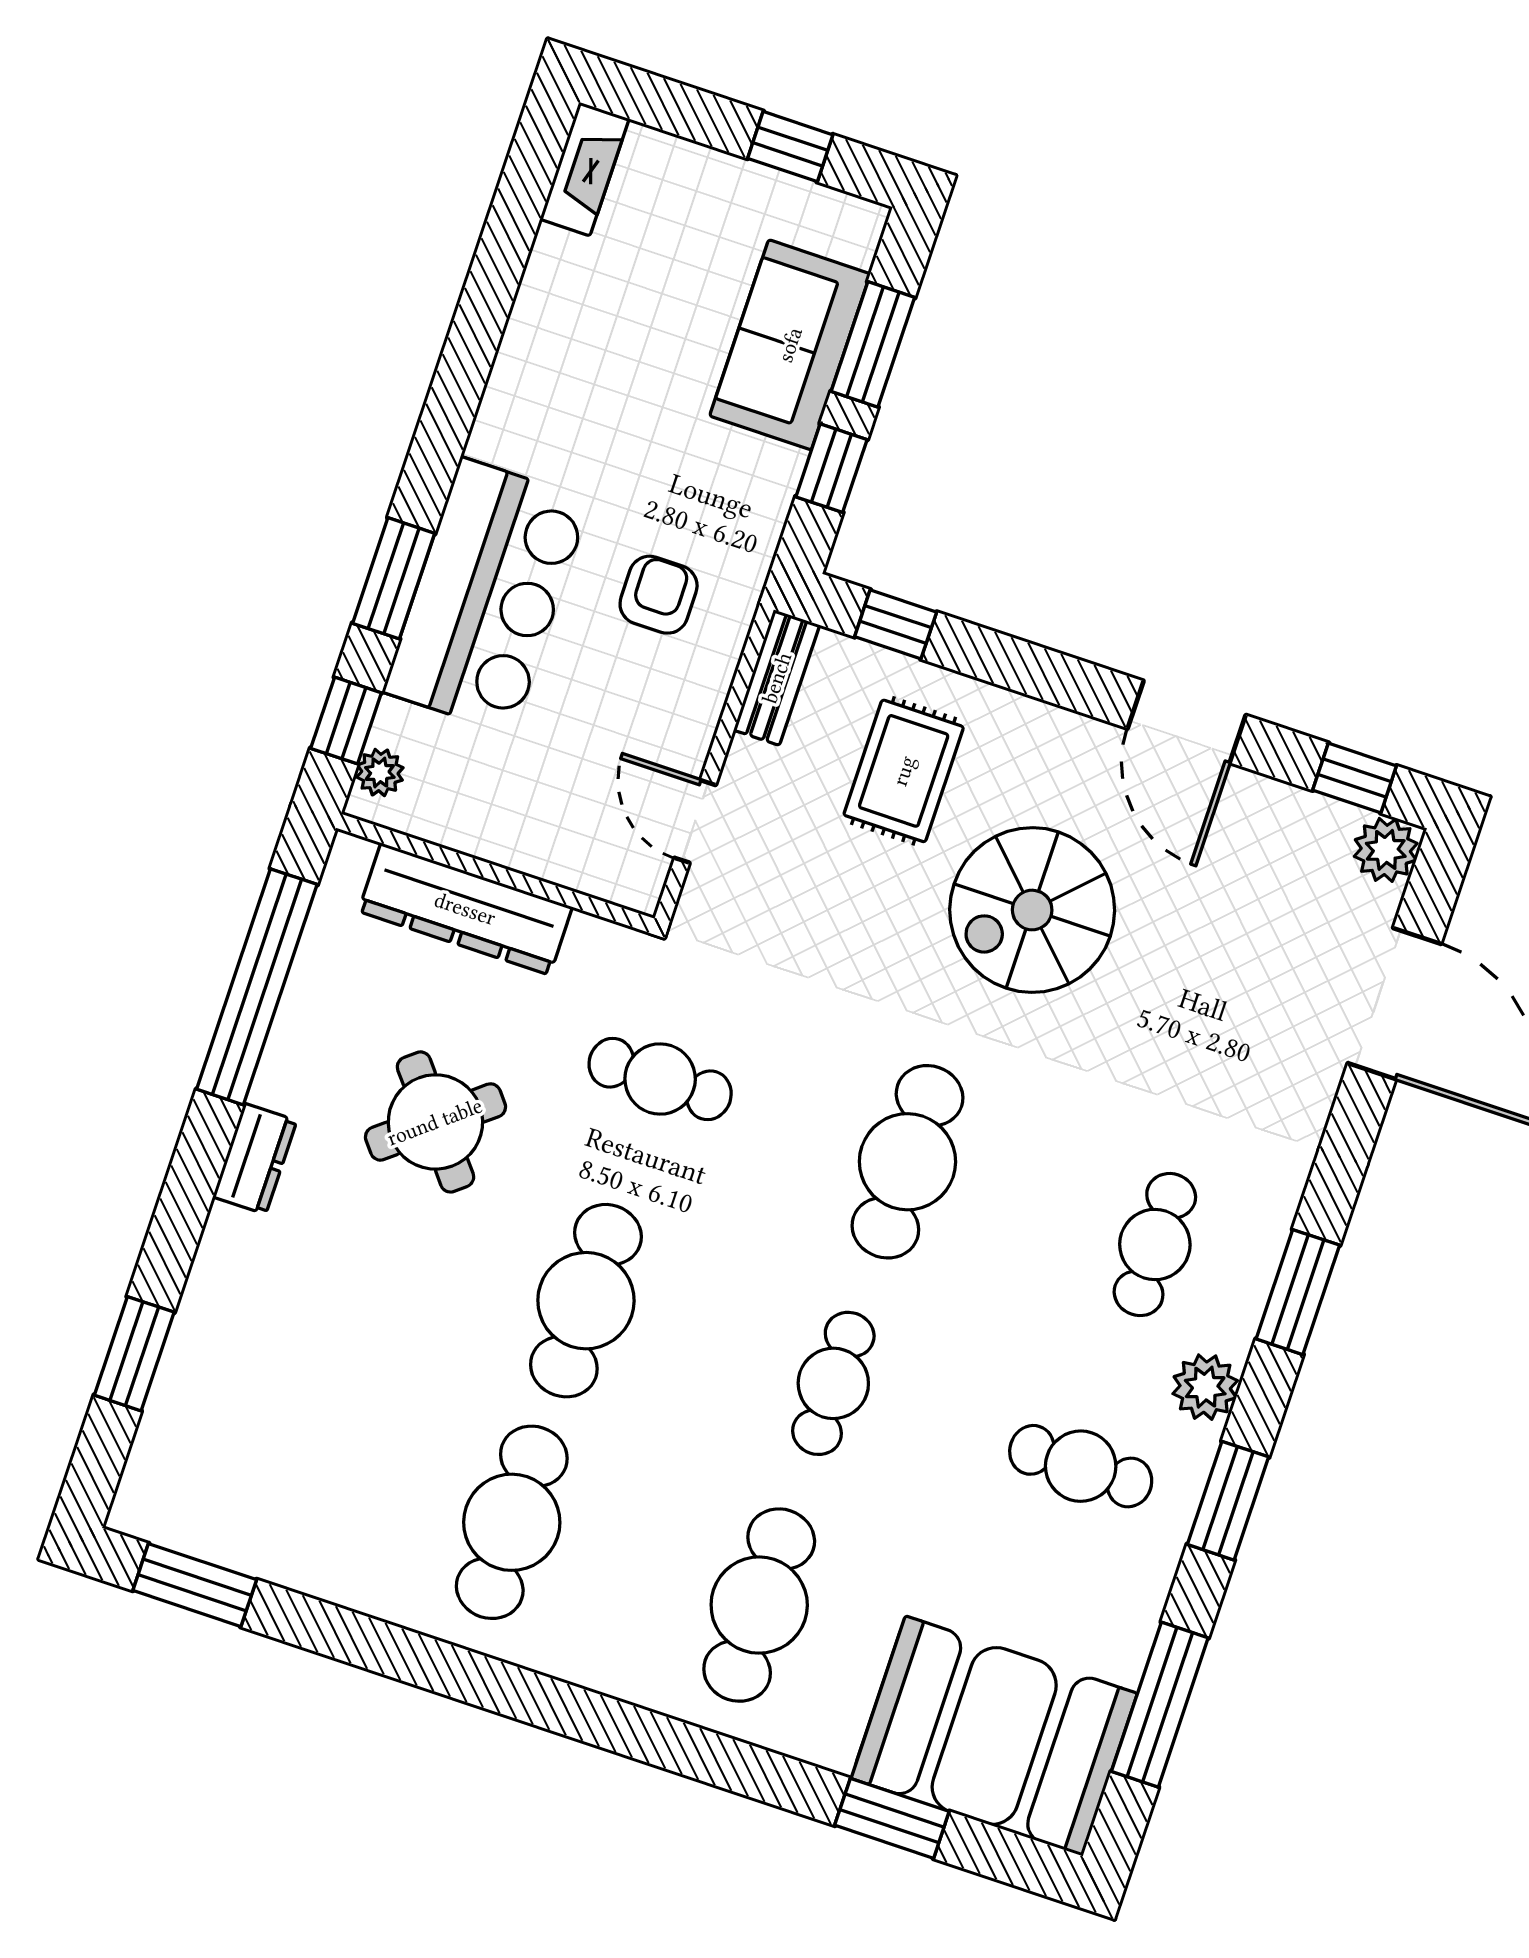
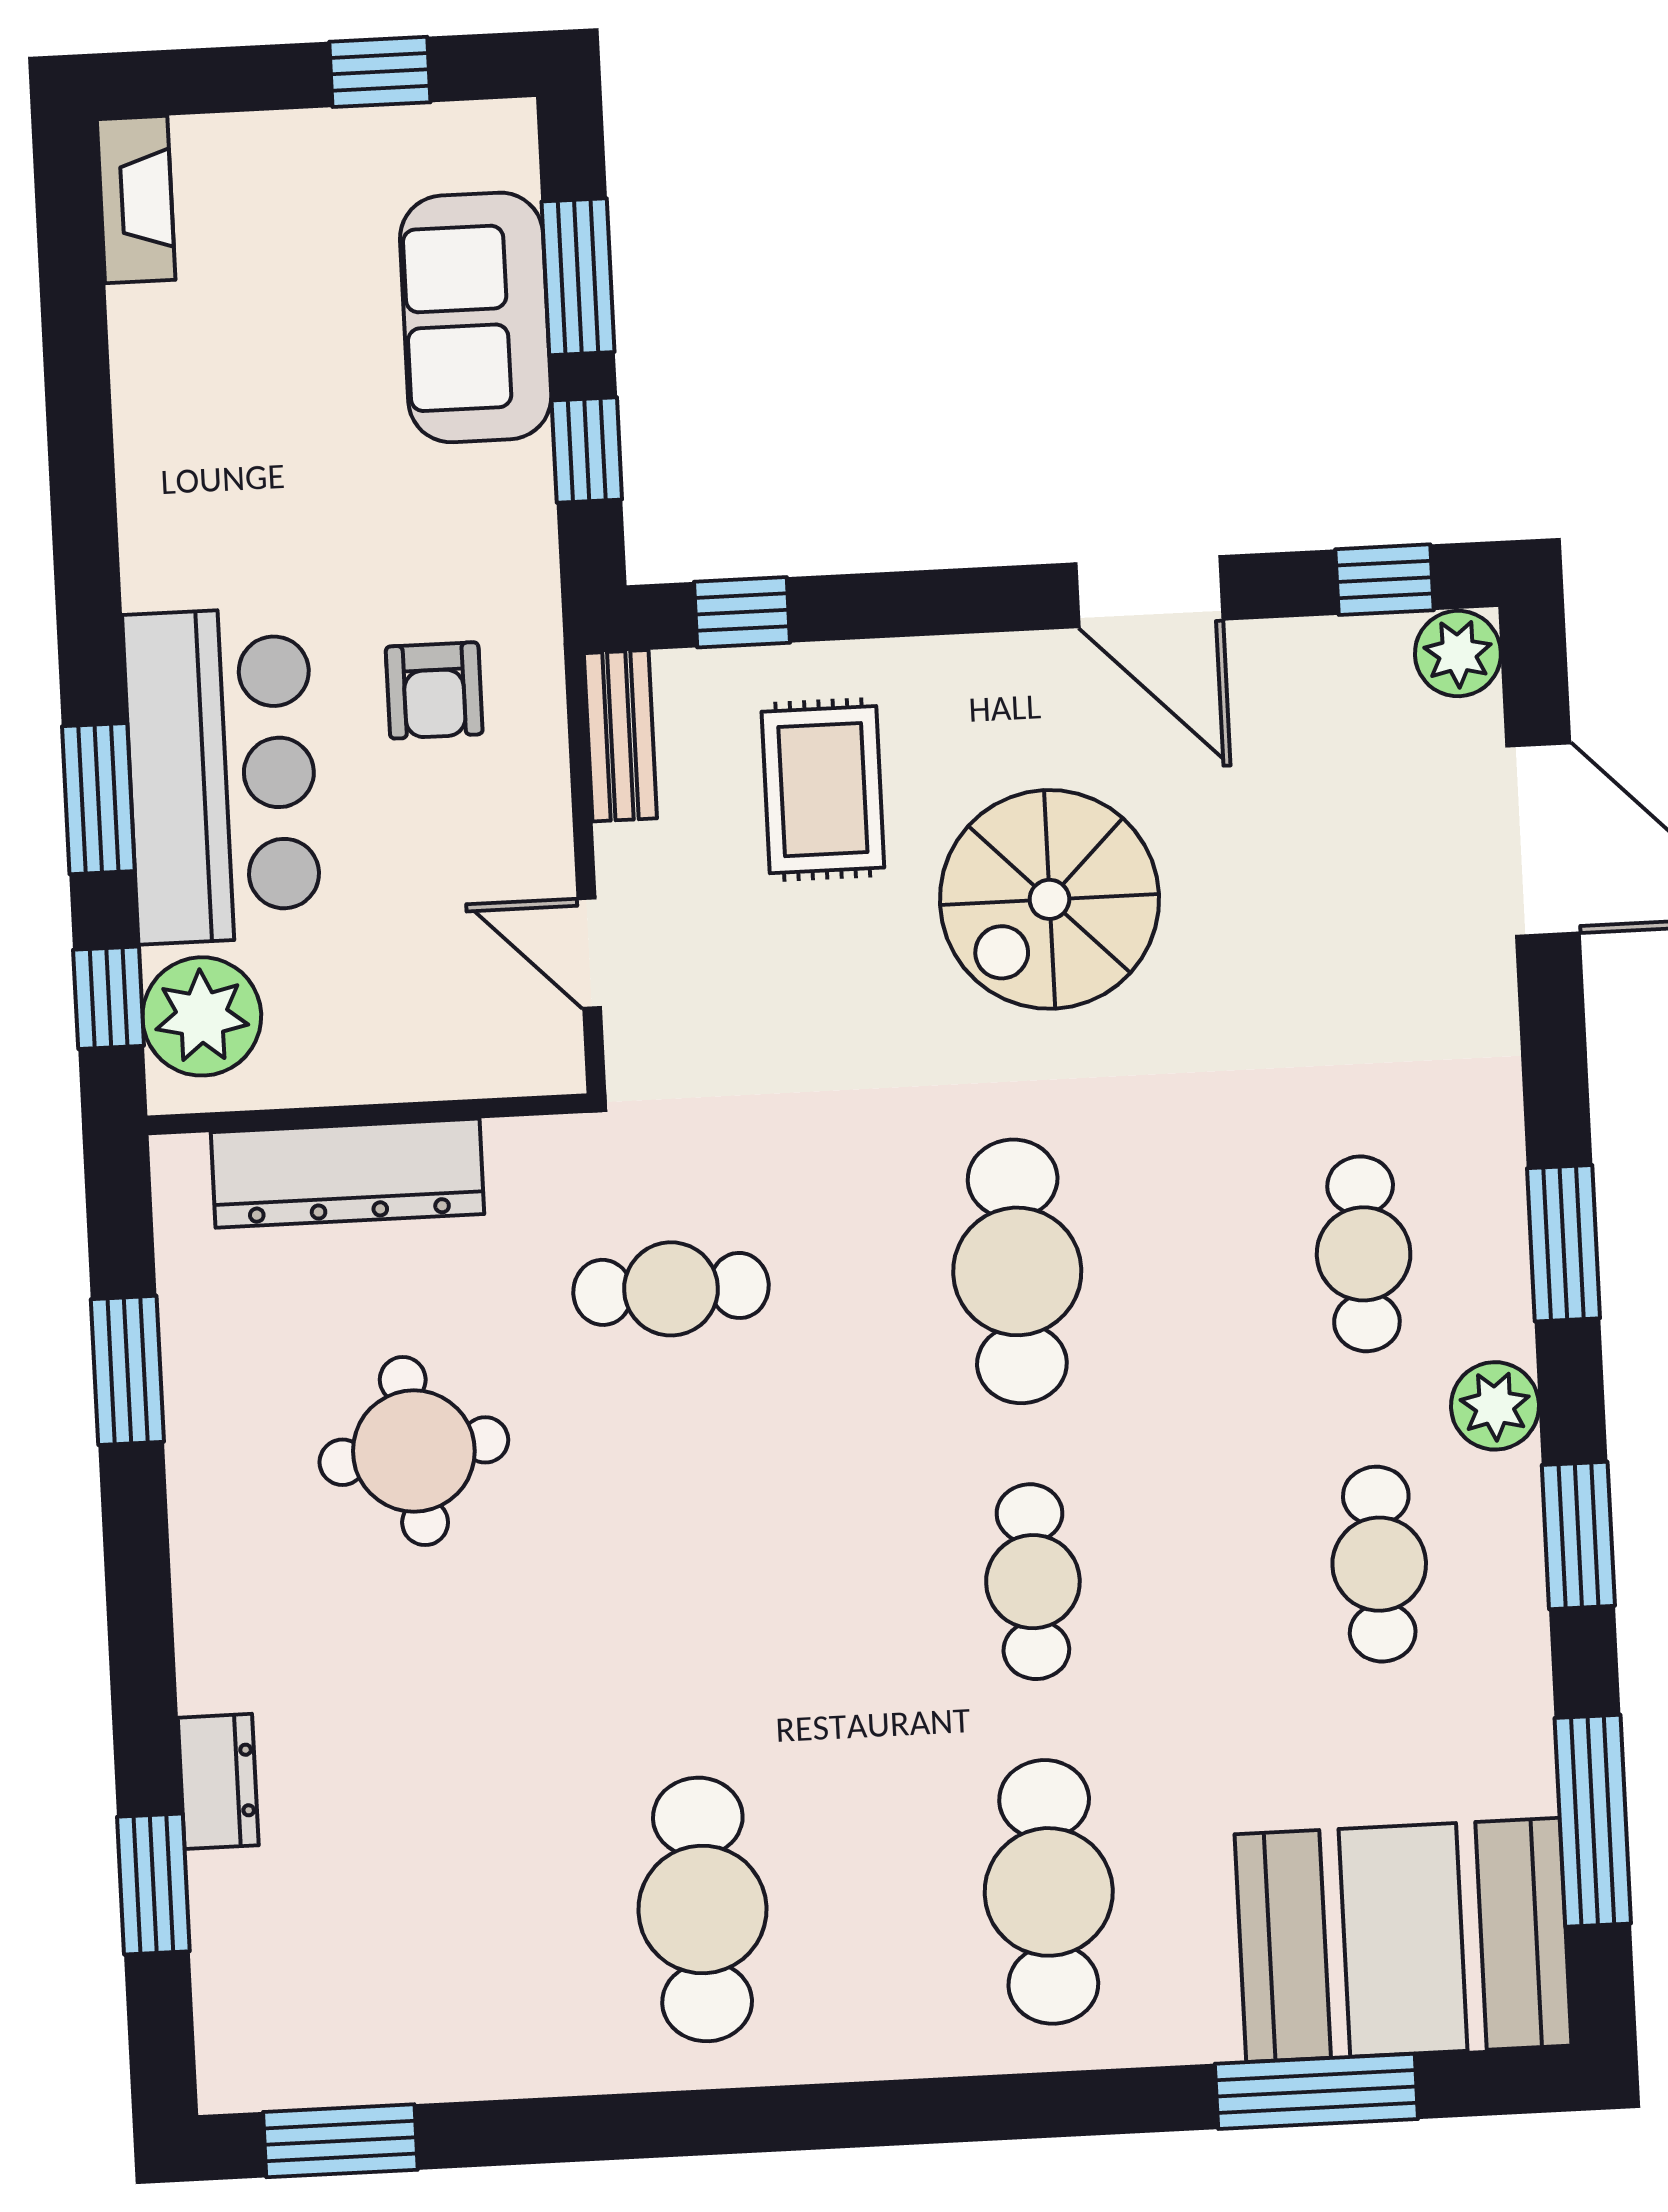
armchair: (659, 595) -> (434, 690), turned 180
plant: (380, 772) -> (202, 1016), width x1.88, depth x1.88
window: (257, 987) -> (127, 1370), width x0.47
round table: (435, 1122) -> (414, 1451), turned 33
dresser: (255, 1159) -> (218, 1781), moved
cafe table: (586, 1301) -> (687, 1599), removed
cafe table: (1081, 1466) -> (1379, 1564), turned 90
window: (892, 1818) -> (1316, 2091), width x1.44

